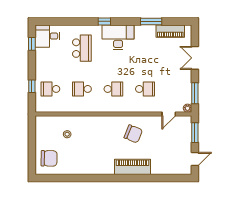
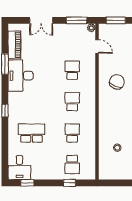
desk: (118, 37) -> (21, 76), moved
school desk: (82, 89) -> (72, 133), turned 180

